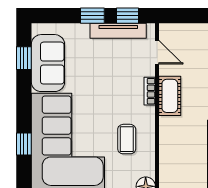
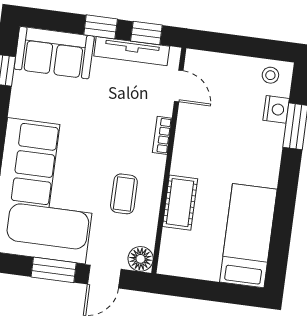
sofa: (48, 63) -> (54, 53), moved, turned 90
cot: (170, 96) -> (180, 203), moved

